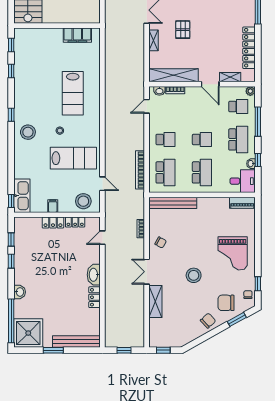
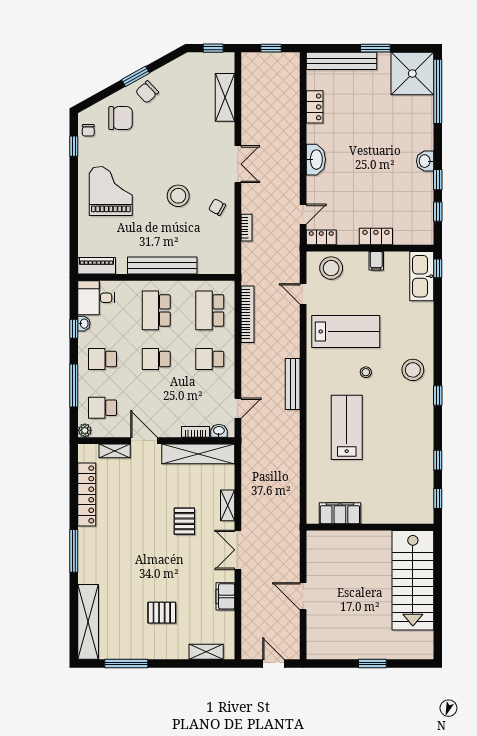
bench: (109, 123) -> (293, 384), added
school desk: (238, 139) -> (103, 359), width x0.54
lab bench: (73, 158) -> (346, 332), turned 180
bench: (173, 203) -> (162, 266), moved
locker: (75, 222) -> (321, 237), moved
stool: (194, 275) -> (178, 196), moved
washbasin: (20, 292) -> (425, 161), moved
locker: (95, 297) -> (315, 107), moved
shelving: (155, 301) -> (225, 97), moved
window: (237, 319) -> (136, 76), moved

